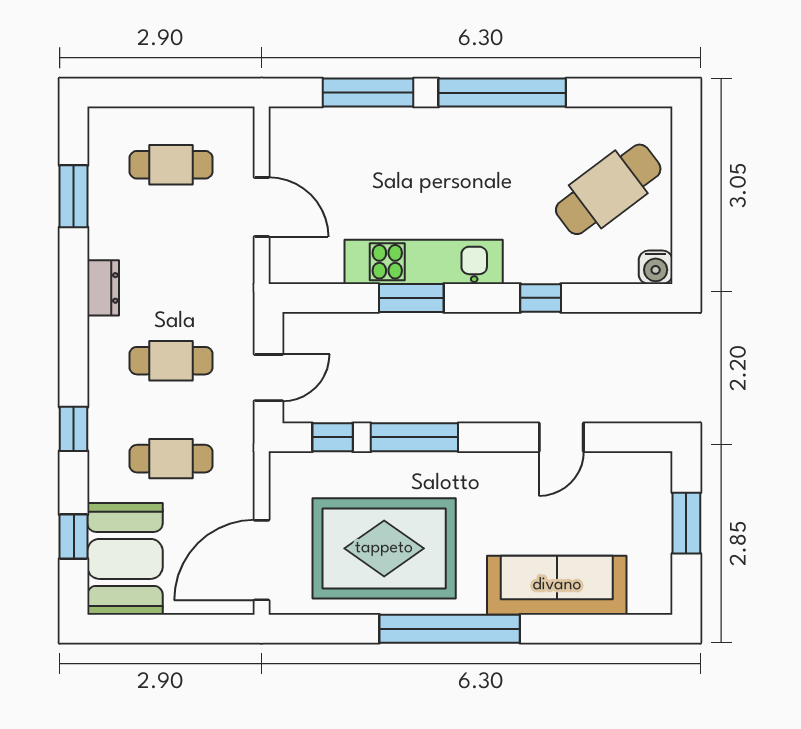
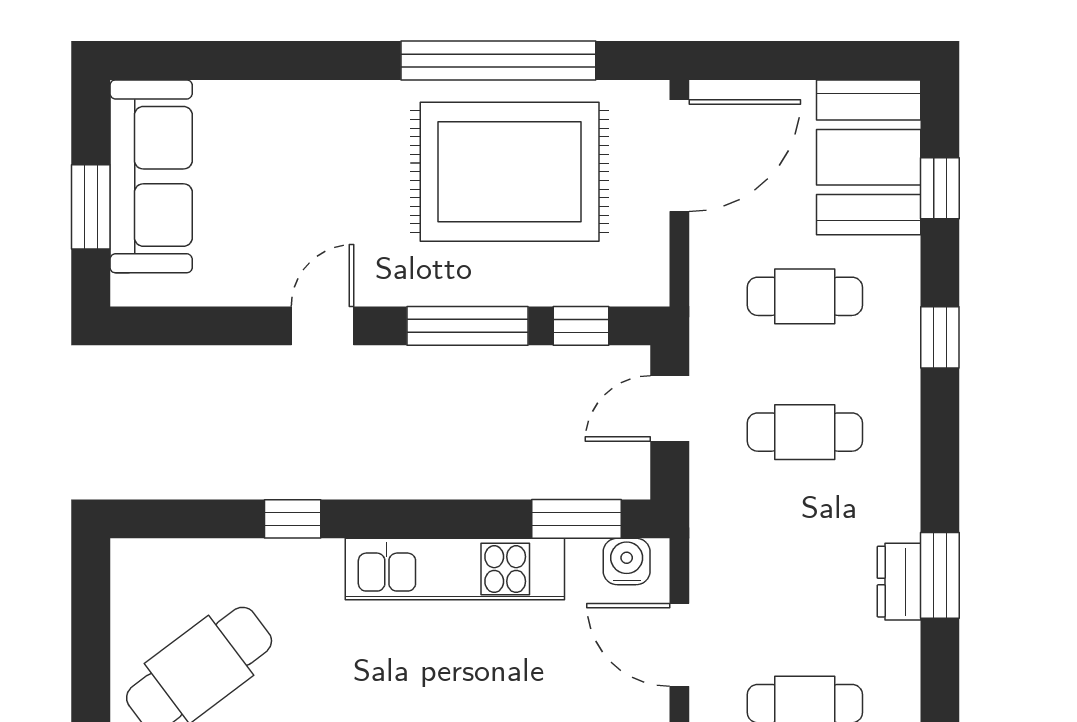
window: (74, 196) -> (940, 575), moved
water cooler: (656, 267) -> (627, 561), moved
dresser: (103, 288) -> (899, 582), moved
window: (411, 298) -> (577, 519), moved
door: (561, 437) -> (322, 326), moved
sofa: (557, 585) -> (151, 176), moved, turned -90
window: (450, 629) -> (498, 60), moved

